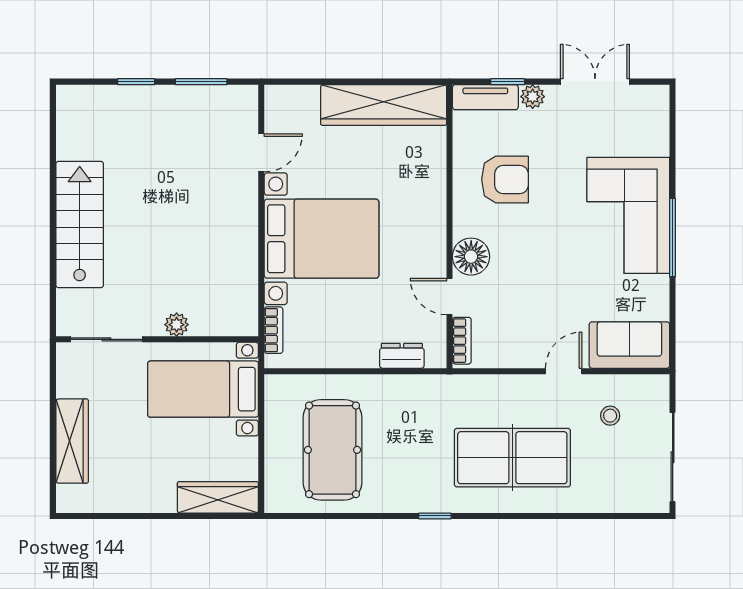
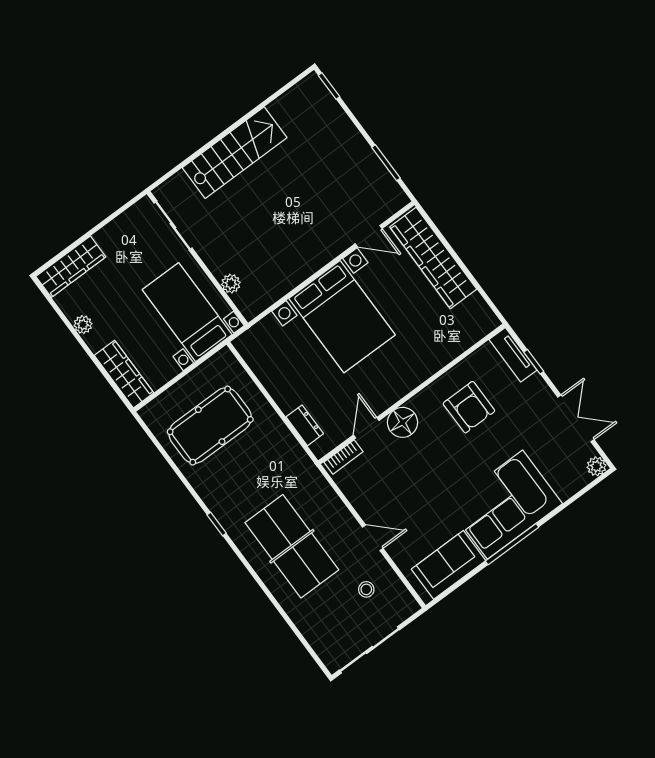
window: (136, 82) -> (329, 86), moved
plant: (533, 97) -> (596, 466), moved
wardrobe: (384, 105) -> (433, 258), moved
plant: (177, 325) -> (231, 284), moved
bookcase: (274, 330) -> (259, 330), removed
sofa: (629, 345) -> (448, 565), moved, turned -90
wardrobe: (72, 441) -> (71, 267), moved
plant: (138, 502) -> (83, 325), added

